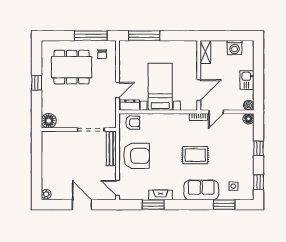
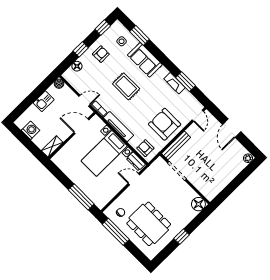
tv unit: (170, 118) -> (118, 127), added
floor lamp: (248, 119) -> (77, 66), moved
armchair: (239, 160) -> (101, 54), added

